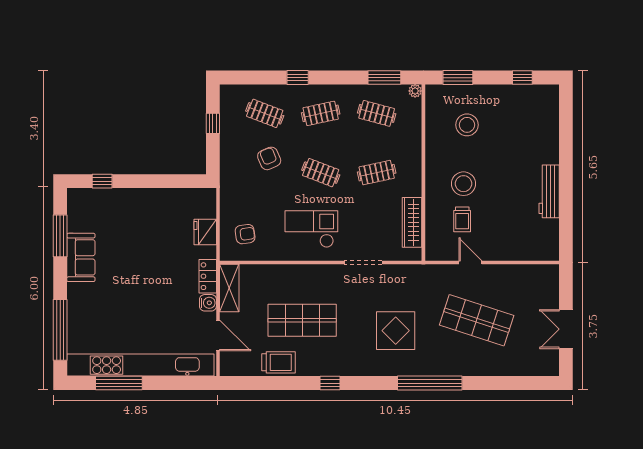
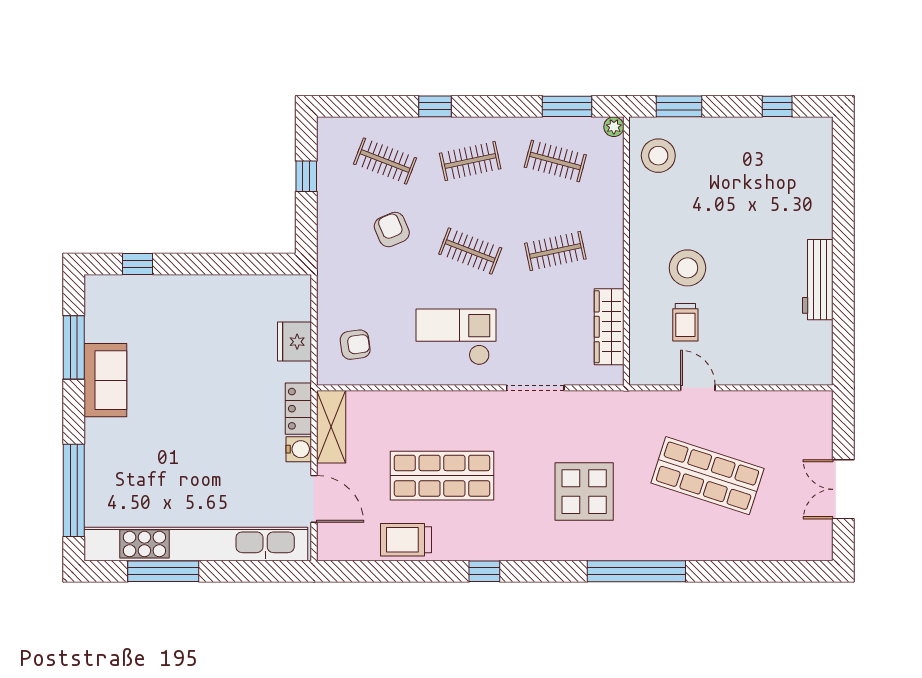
stool: (467, 125) -> (658, 156), moved
trolley: (278, 362) -> (406, 540), turned 180

